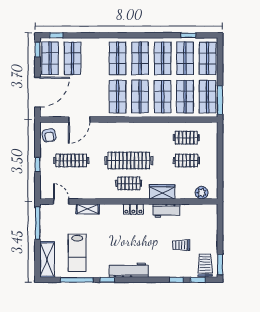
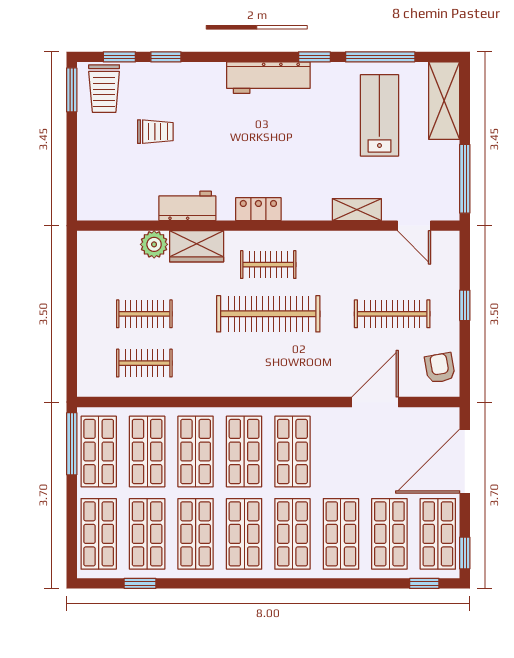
shop shelf: (95, 58) -> (341, 534), added
plant: (202, 193) -> (154, 244), moved

